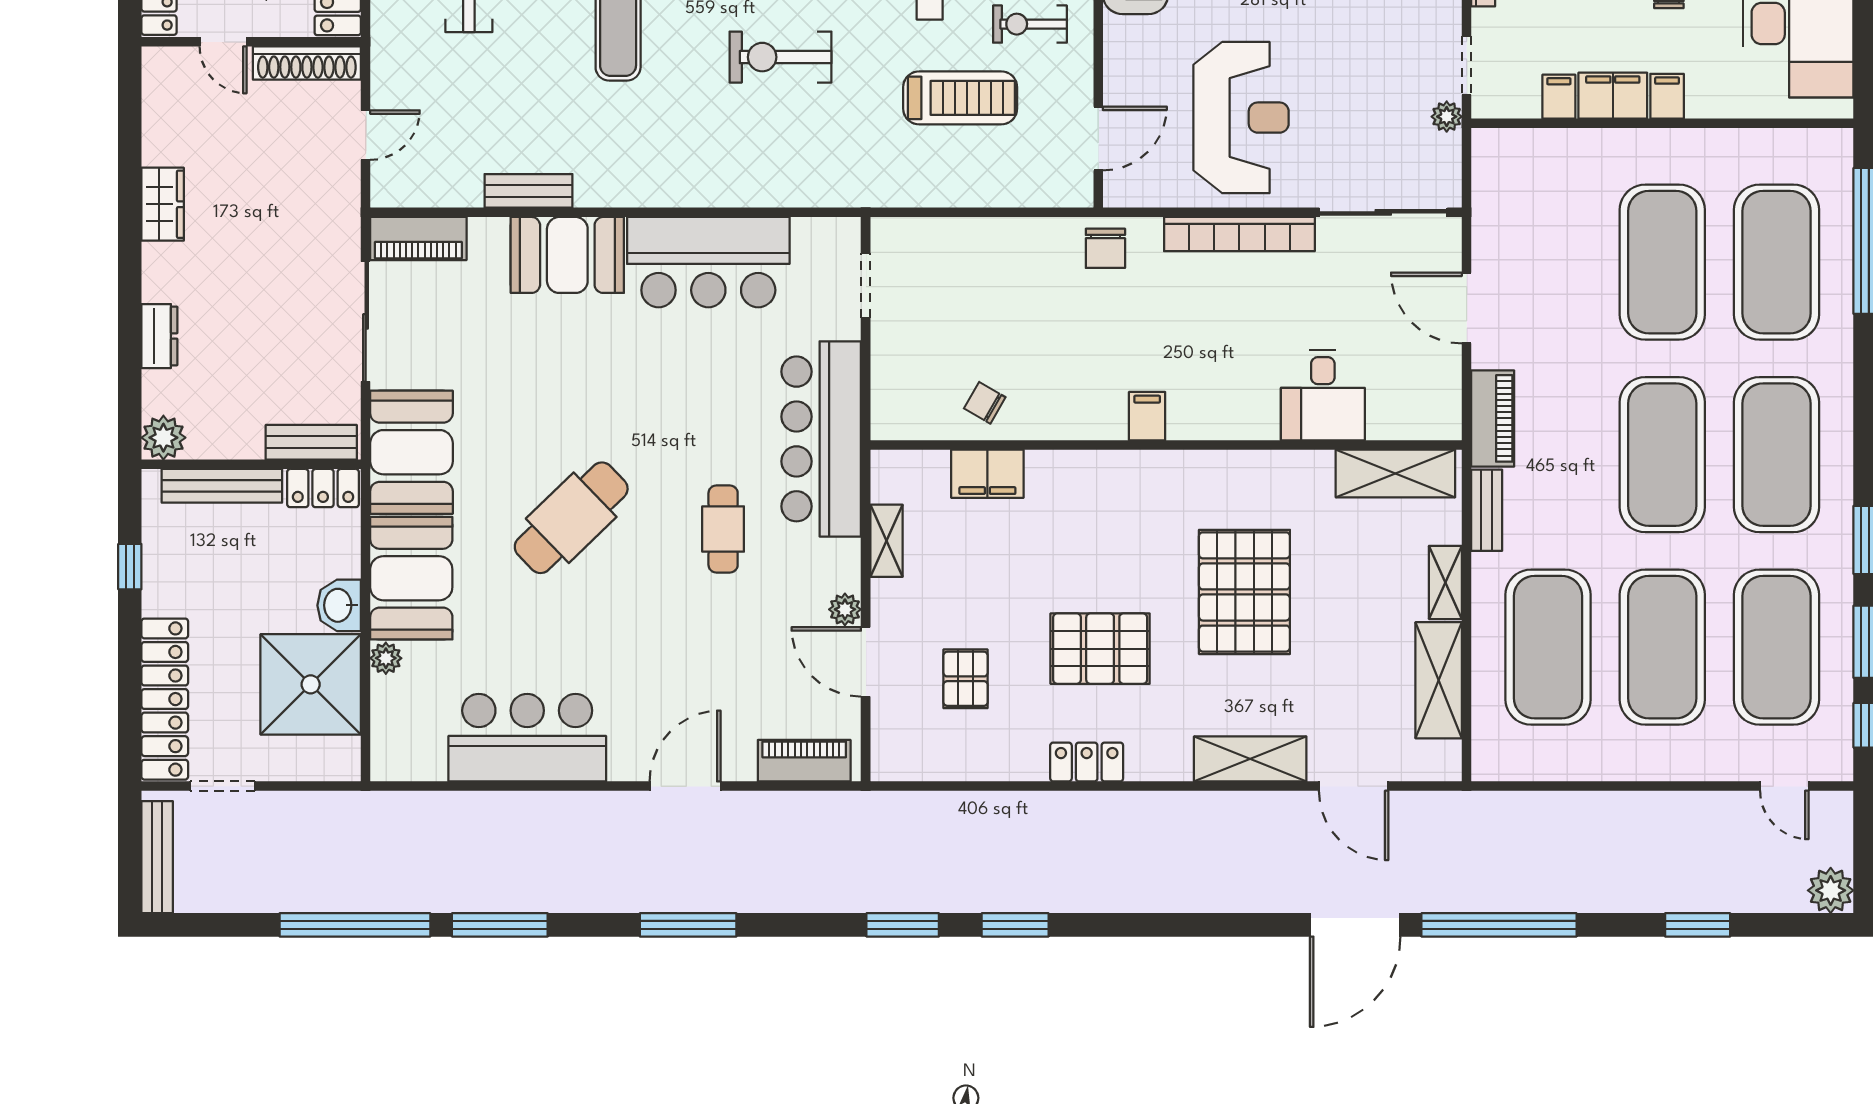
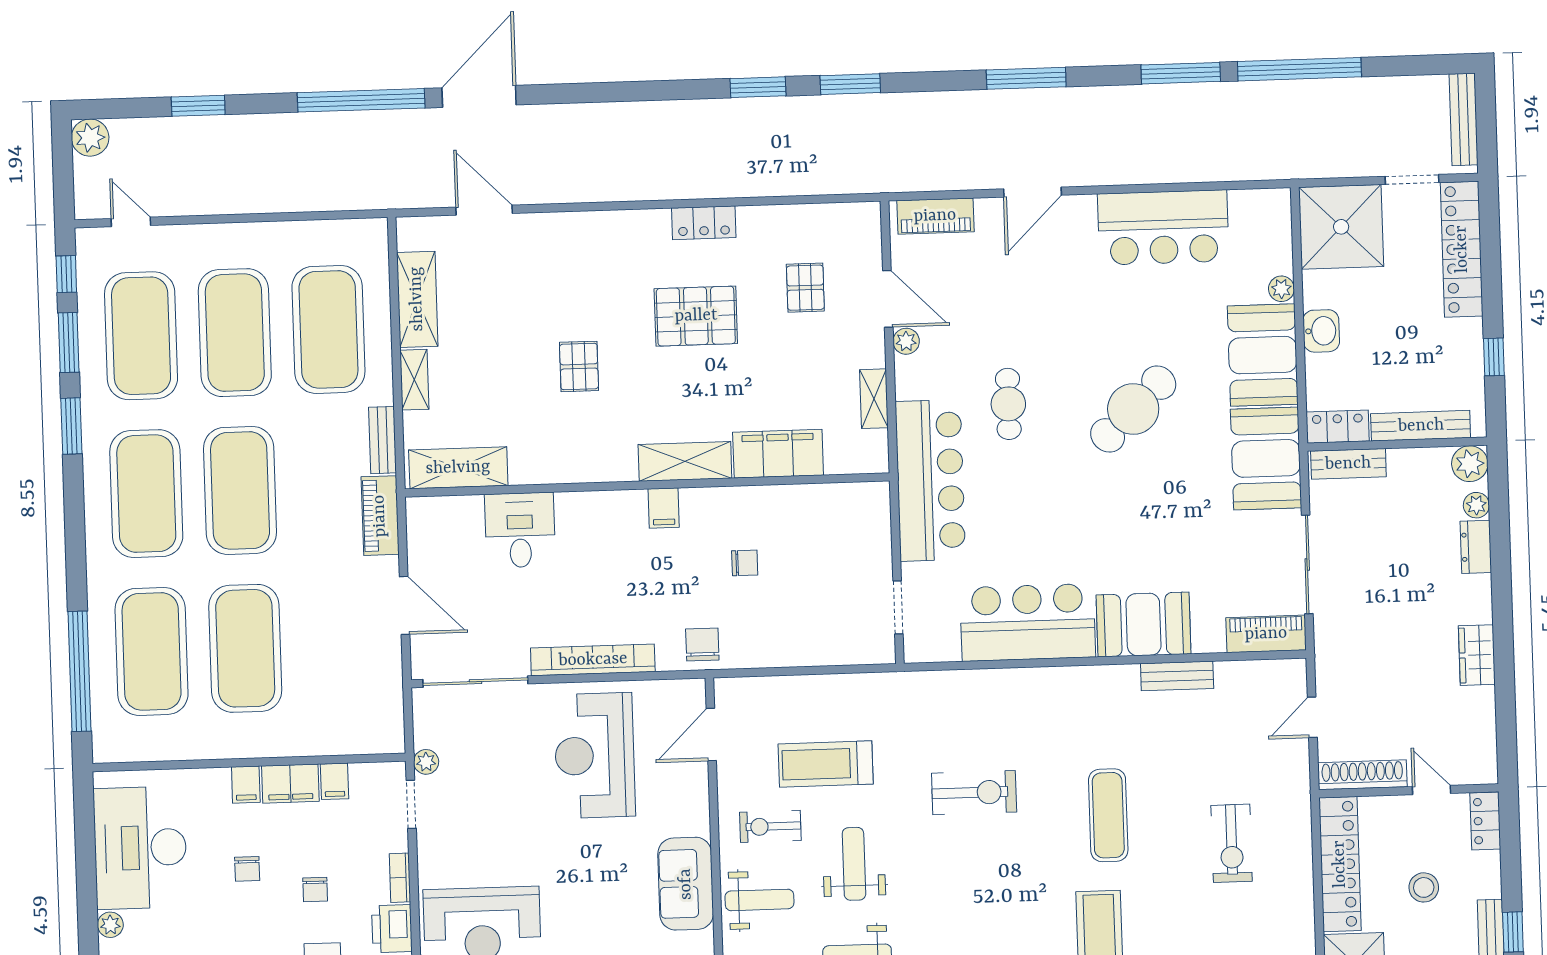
exercise bike: (1030, 24) -> (770, 826), turned 180
plant: (157, 387) -> (1476, 505), added
chair: (985, 403) -> (745, 563), moved, turned -30
filing cabinet: (987, 474) -> (778, 454), width x1.50, depth x1.17
pallet: (1244, 592) -> (579, 366), width x0.49, depth x0.50
shower: (311, 684) -> (1341, 227), moved
shelving: (1250, 759) -> (685, 461), moved

